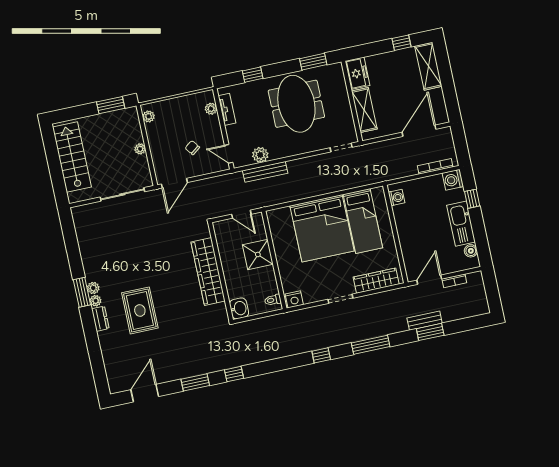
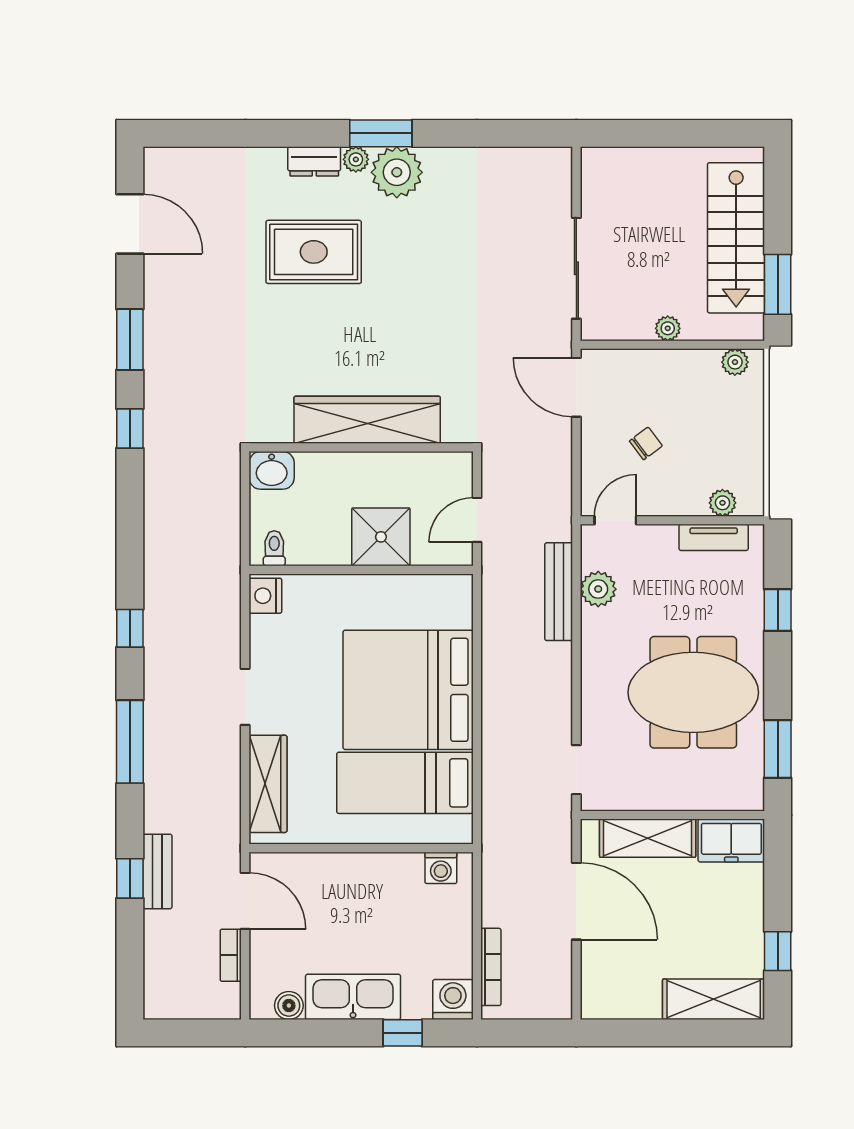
door: (419, 131) -> (576, 901), moved
stairs: (72, 157) -> (736, 238), moved, turned 90
plant: (93, 288) -> (397, 172), width x1.87, depth x1.87
window: (430, 332) -> (130, 878), width x0.67

